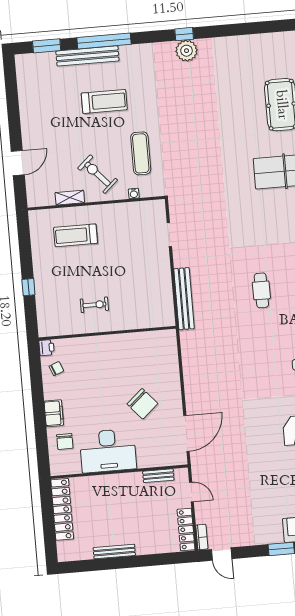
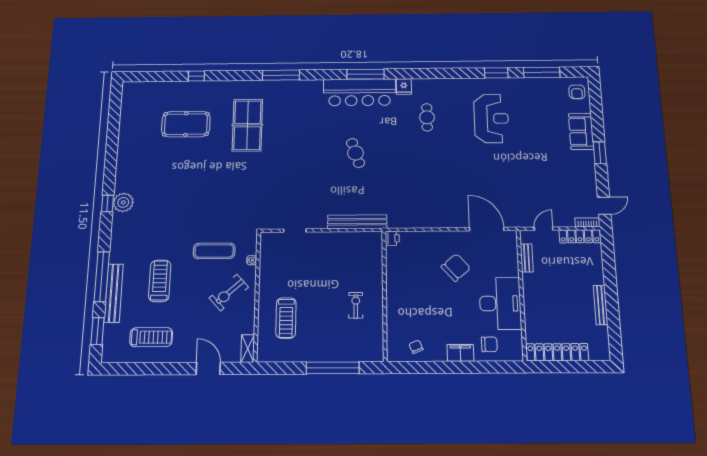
treadmill: (45, 101) -> (151, 337), added
shelving: (70, 198) -> (248, 348), moved
window: (28, 287) -> (333, 368), width x3.17
cafe table: (261, 290) -> (356, 153), turned 72
printer: (47, 348) -> (392, 238), moved, turned 90

